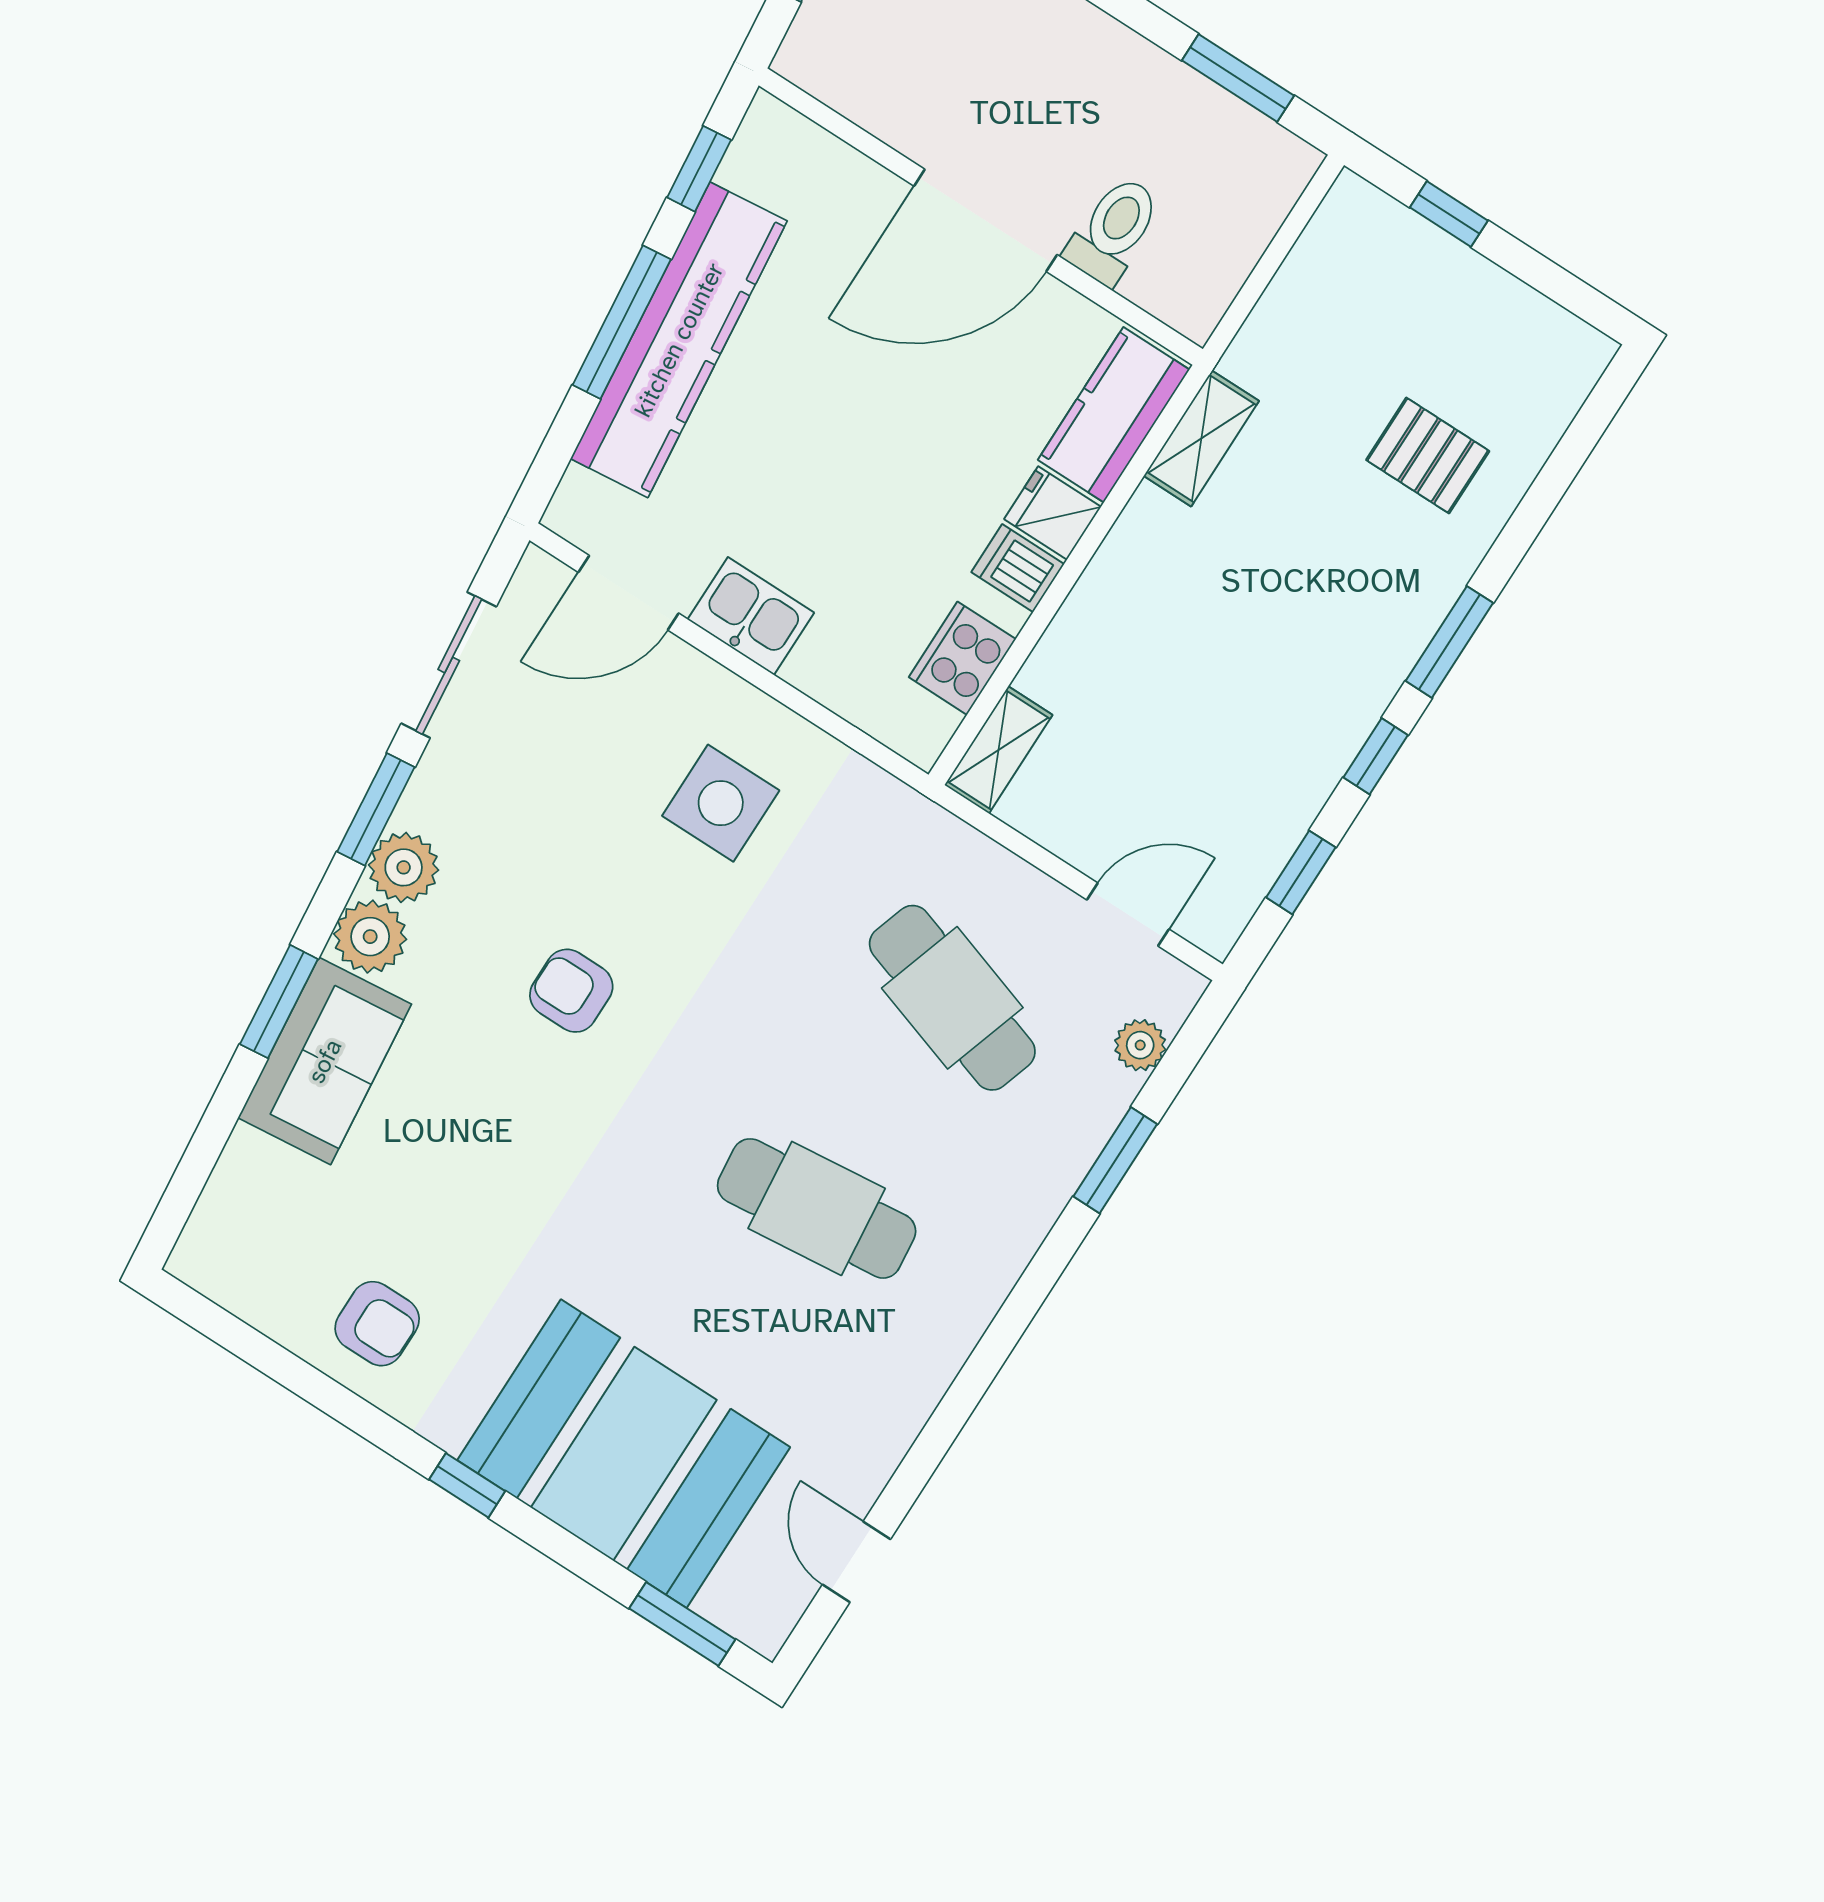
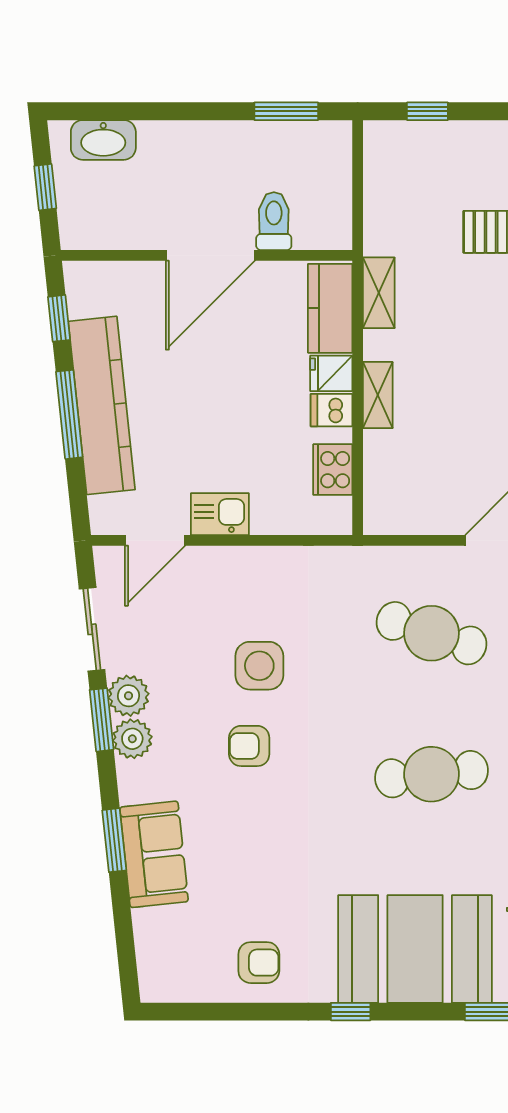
shelving: (998, 750) -> (378, 395), moved
side table: (721, 803) -> (259, 666), moved
plant: (370, 937) -> (129, 696), moved

